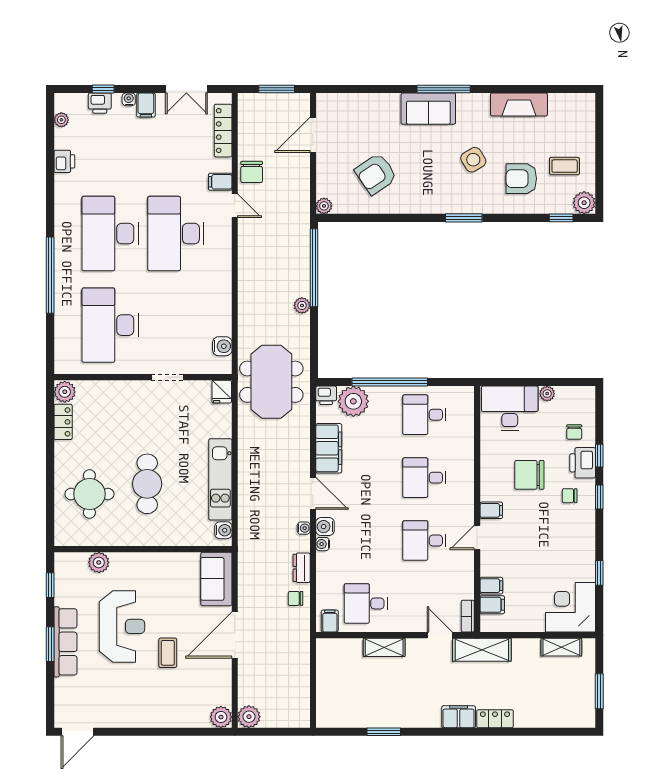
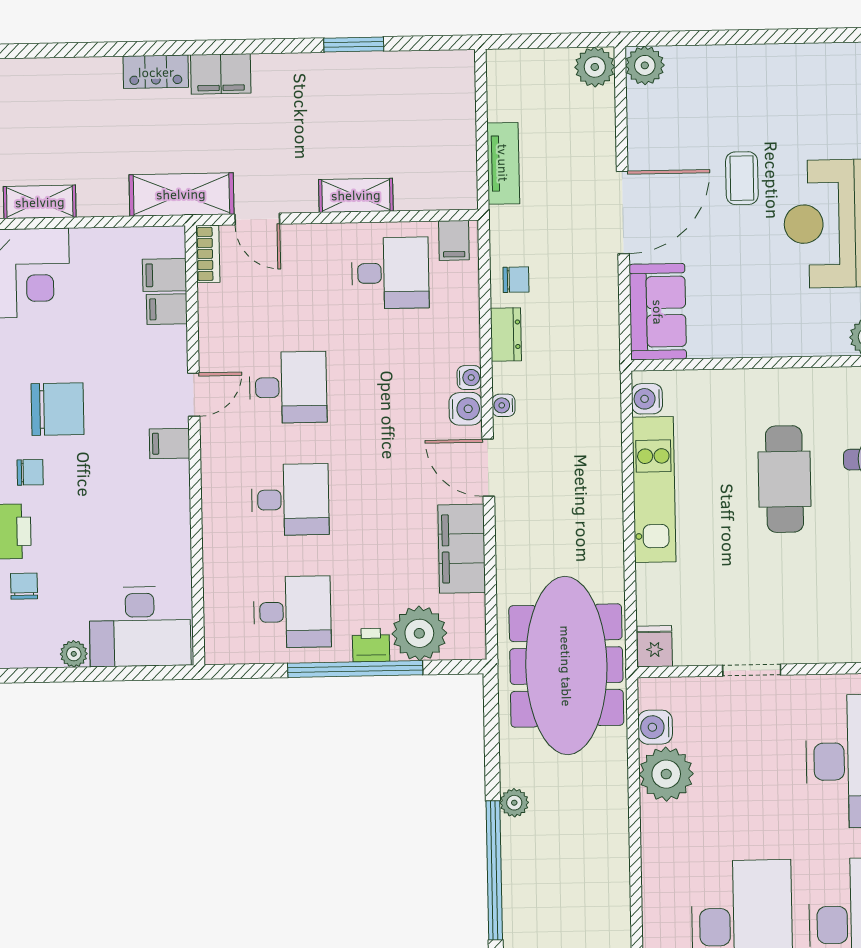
plant: (217, 320) -> (666, 774), added
meeting table: (271, 382) -> (566, 666), width x1.36
printer: (326, 395) -> (371, 645), moved
chair: (529, 475) -> (58, 409), moved
tv unit: (301, 664) -> (503, 163), added

